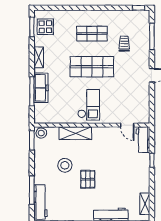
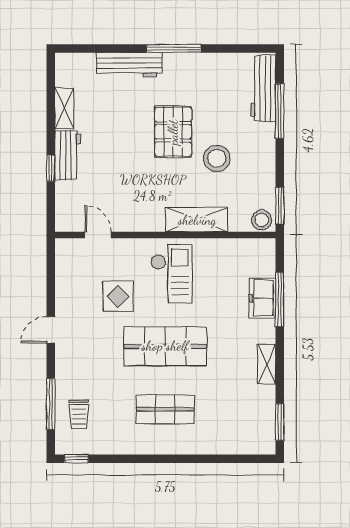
display table: (45, 27) -> (118, 296), moved
trolley: (124, 44) -> (79, 415), moved
freezer: (41, 88) -> (262, 298), width x0.71
checkout: (89, 105) -> (171, 274), turned 180
workbench: (143, 140) -> (68, 155), moved
pallet: (88, 179) -> (173, 132), width x1.50, depth x1.42
shelving: (145, 204) -> (64, 108), moved

